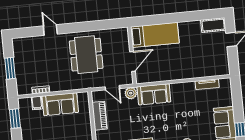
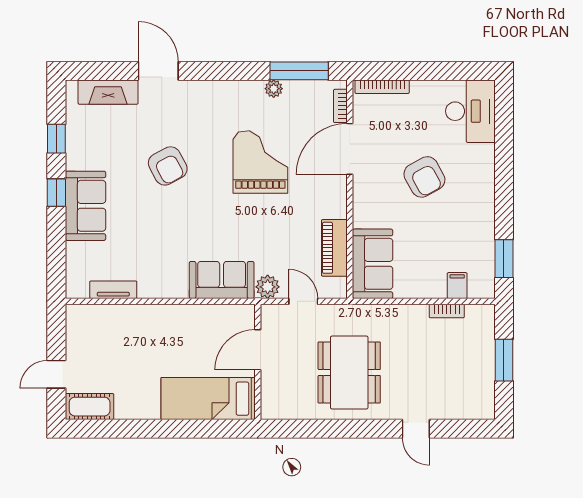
sofa: (60, 104) -> (373, 264), moved, turned 90

